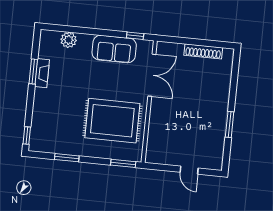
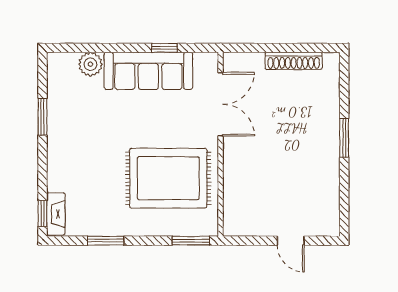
window: (135, 36) -> (165, 48), moved
sofa: (114, 49) -> (148, 71), width x1.36
fireplace: (42, 73) -> (56, 214), moved
window: (230, 125) -> (344, 138), moved

